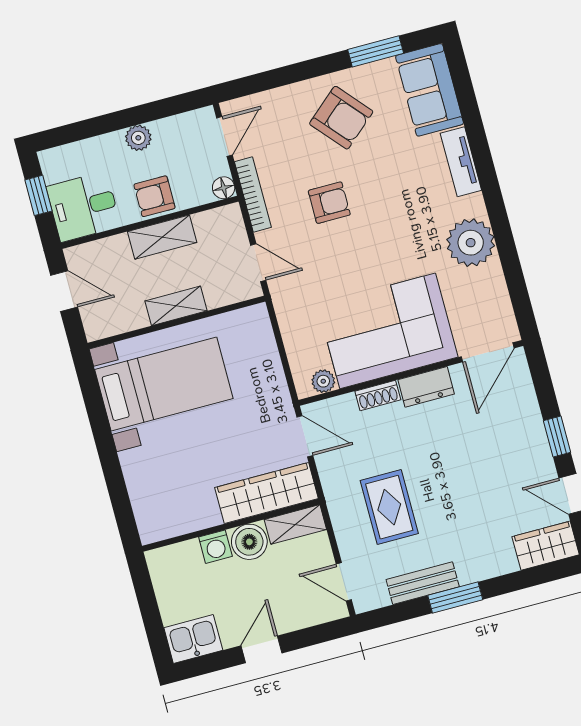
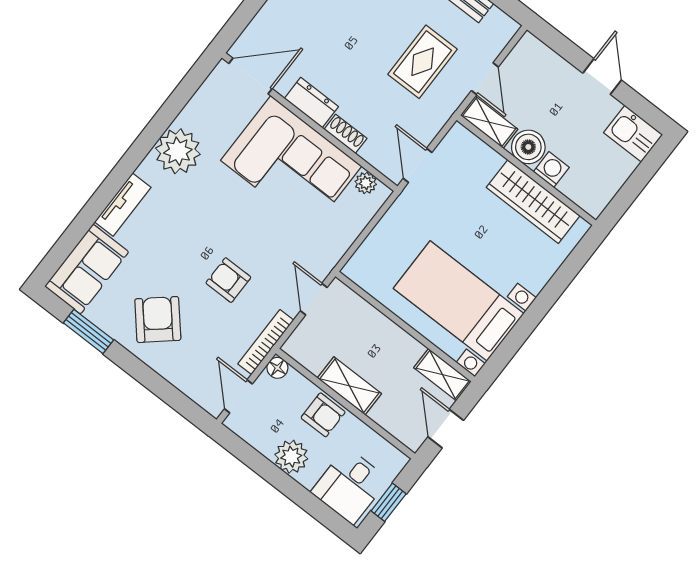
door: (224, 136) -> (238, 396), hinge flipped
plant: (138, 138) -> (291, 457), width x1.38, depth x1.38
desk: (84, 207) -> (350, 486), moved, turned 90
shelving: (176, 306) -> (442, 375), moved
wardrobe: (267, 493) -> (533, 202), moved
door: (344, 582) -> (485, 79), moved
door: (261, 649) -> (602, 77), swing flipped

